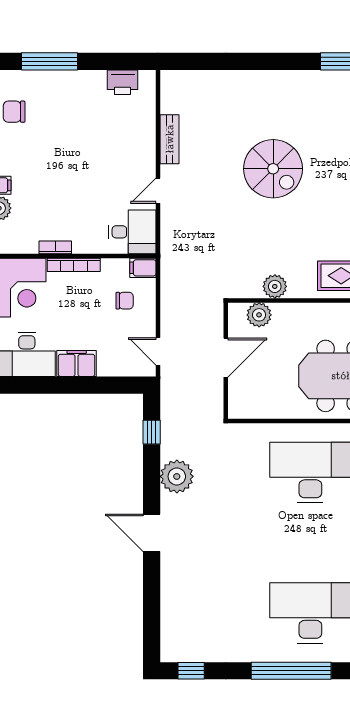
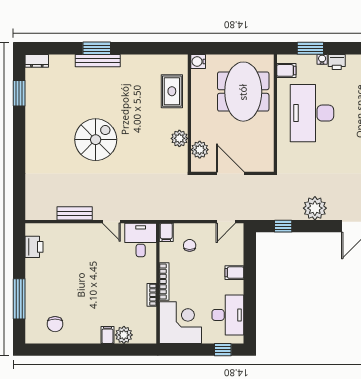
filing cabinet: (77, 363) -> (234, 273), width x0.50

